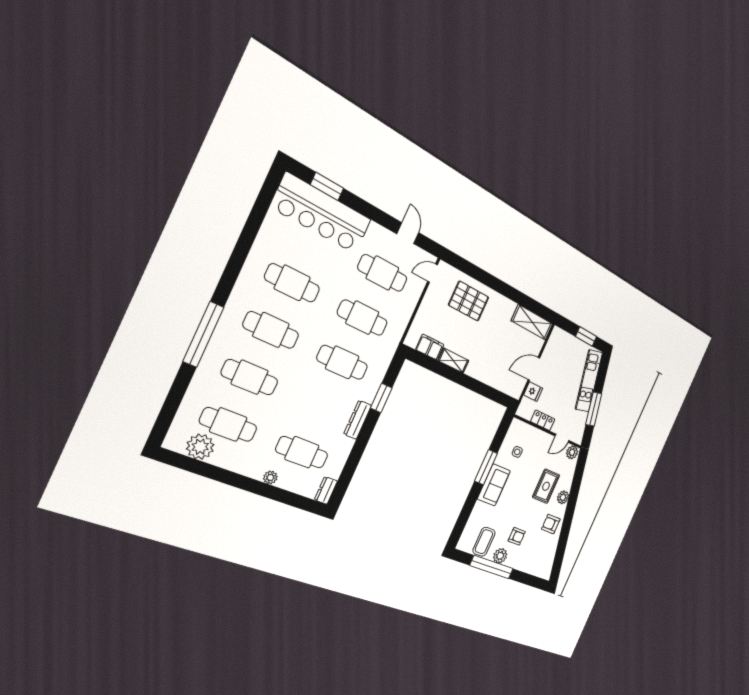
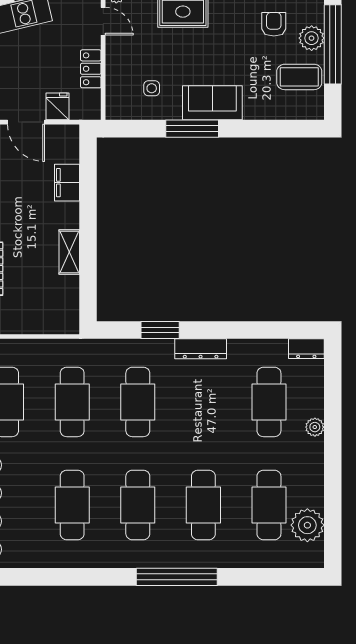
filing cabinet: (430, 347) -> (67, 183), moved

